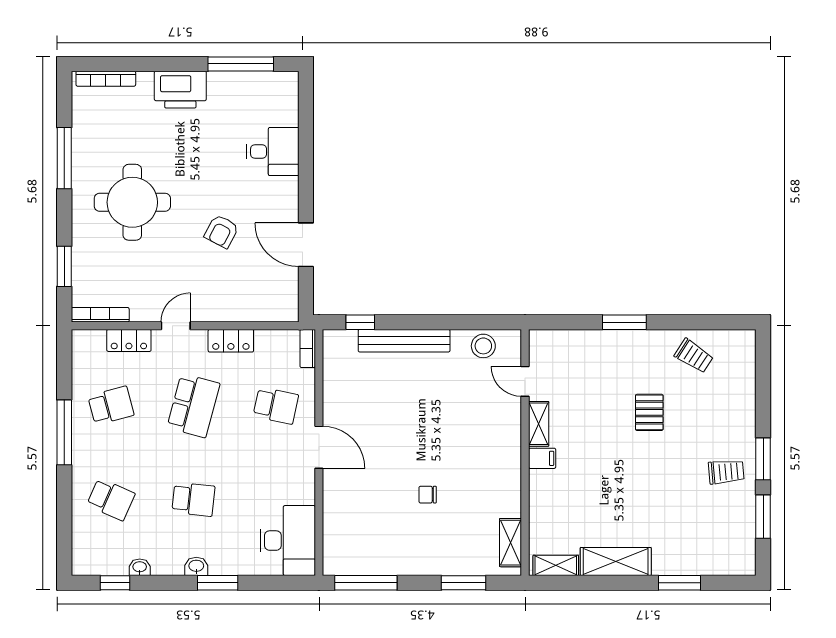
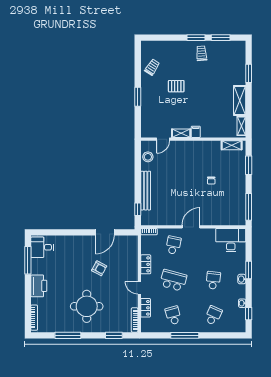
desk: (273, 151) -> (42, 247), moved, turned -90

